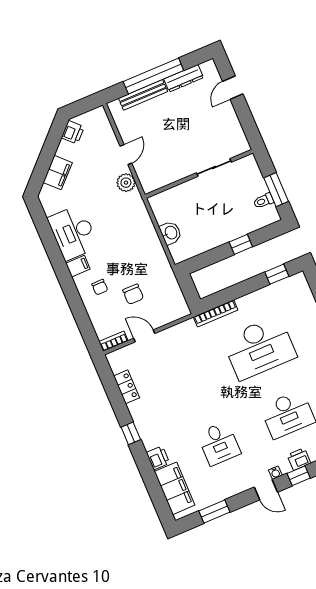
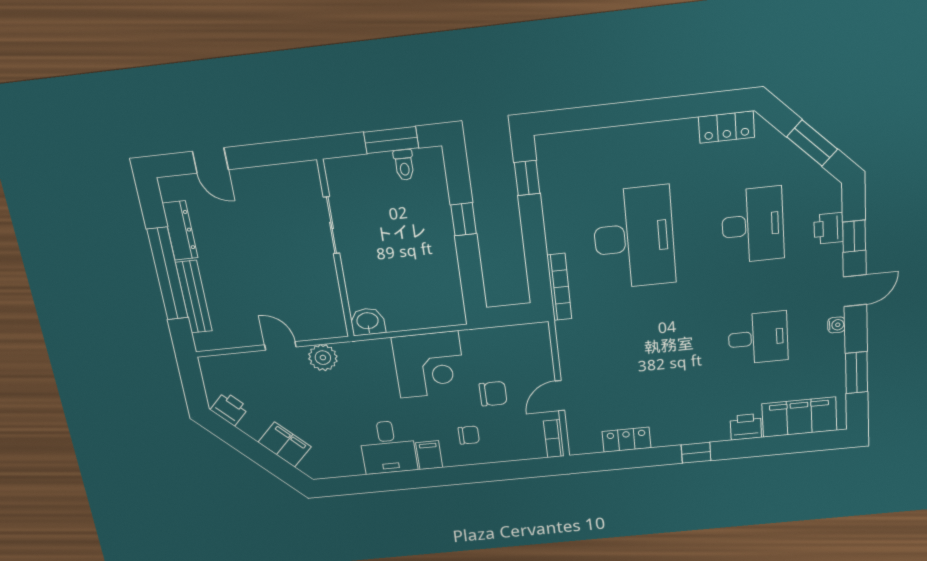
desk: (73, 232) -> (388, 447), width x0.73
washbasin: (171, 233) -> (368, 322), moved
corner desk: (141, 249) -> (429, 365), added
water cooler: (275, 473) -> (836, 325), moved

